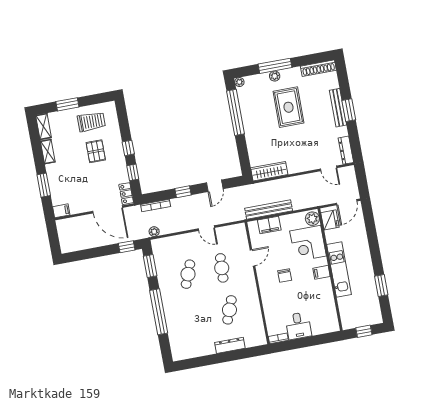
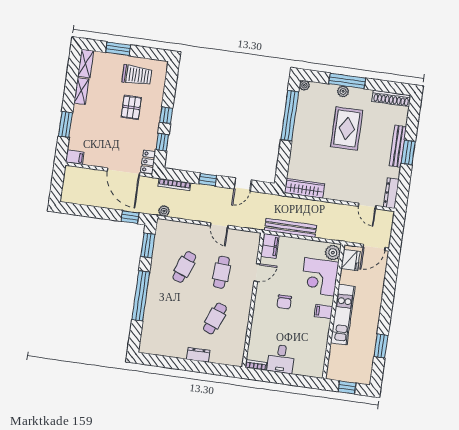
filing cabinet: (269, 225) -> (270, 246), moved, turned -90
dresser: (230, 345) -> (198, 355), width x0.70

